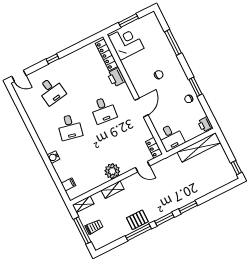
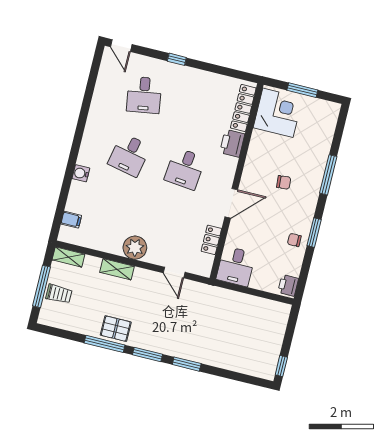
window: (173, 42) -> (328, 175), moved
shelving: (199, 147) -> (258, 306), removed
locker: (154, 148) -> (211, 240), moved

